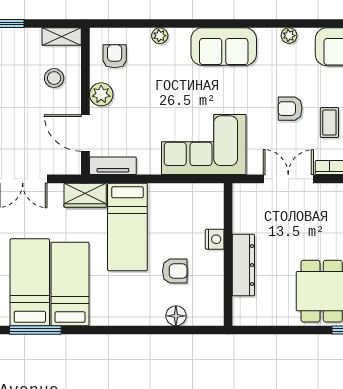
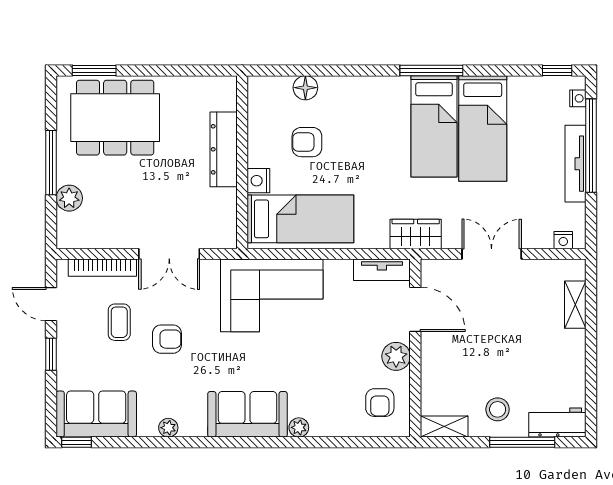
plant: (160, 36) -> (299, 427), moved
stool: (54, 78) -> (498, 409), moved
bed: (127, 227) -> (300, 219), moved, turned 90
window: (35, 330) -> (431, 70), moved

